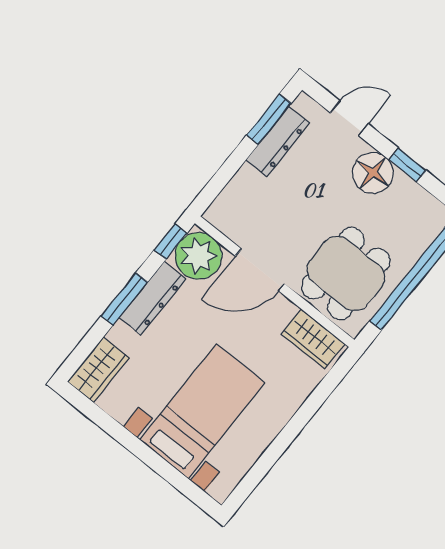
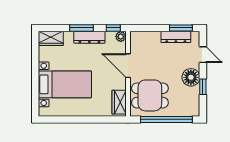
plant: (198, 256) -> (121, 37), width x0.53, depth x0.53

